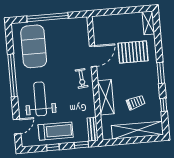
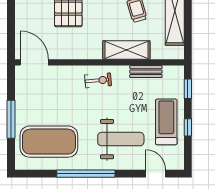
window: (47, 17) -> (11, 119), width x0.68
door: (93, 56) -> (34, 62), moved
weight bench: (40, 99) -> (121, 139), turned 180
bench: (93, 129) -> (146, 72), moved

